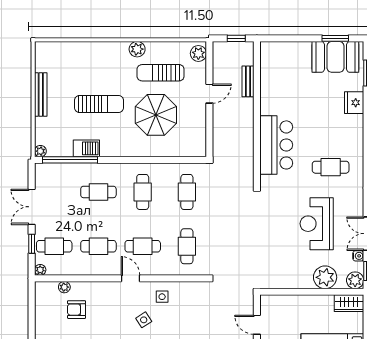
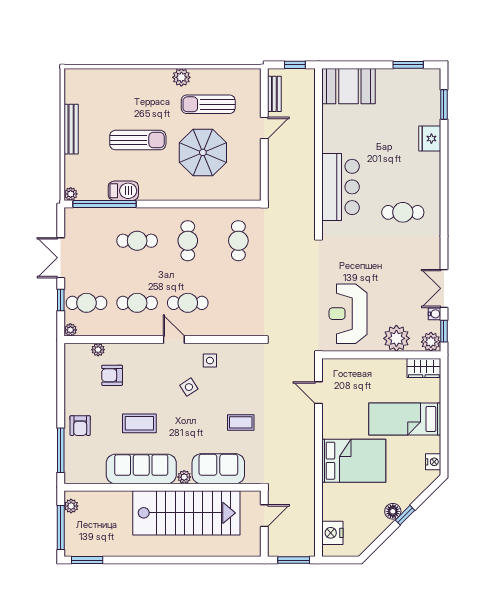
plant: (198, 53) -> (252, 82), removed
booth: (335, 57) -> (348, 86), moved
bench: (248, 81) -> (274, 94), moved
reception desk: (317, 224) -> (348, 314), moved
cafe table: (187, 246) -> (238, 303), removed

